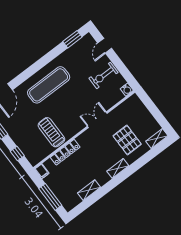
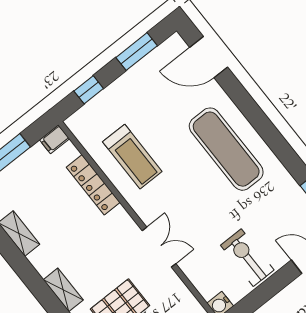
treadmill: (51, 132) -> (132, 157), turned 90

